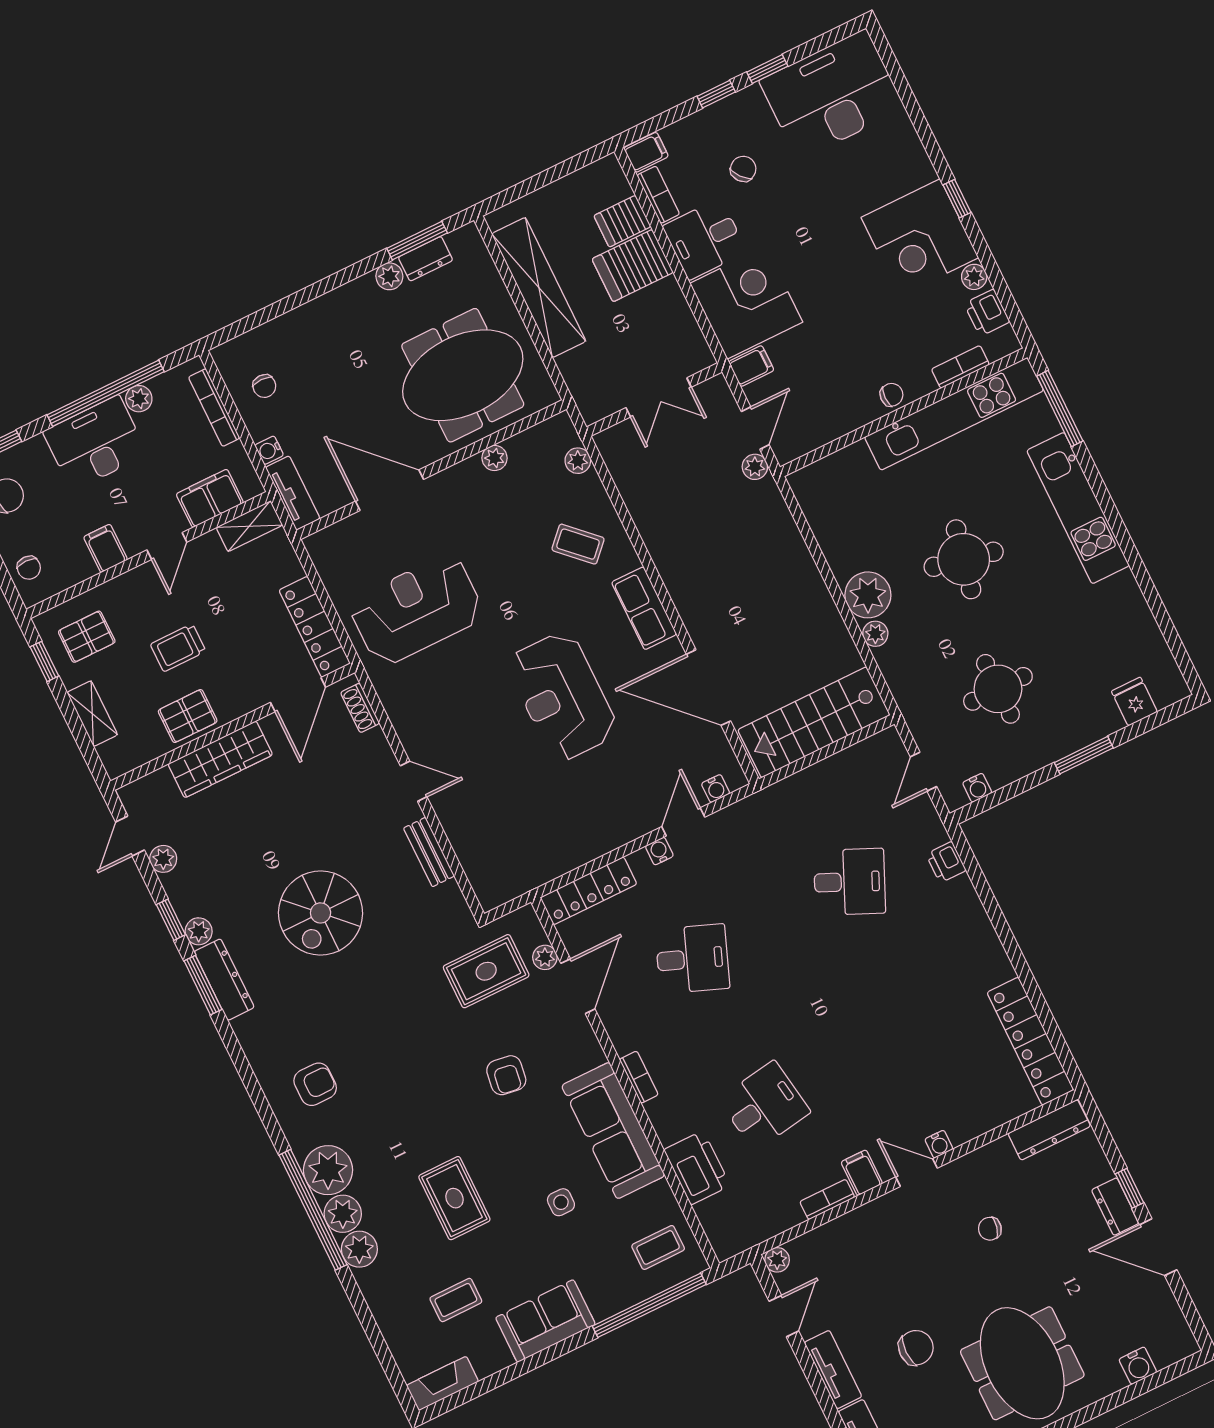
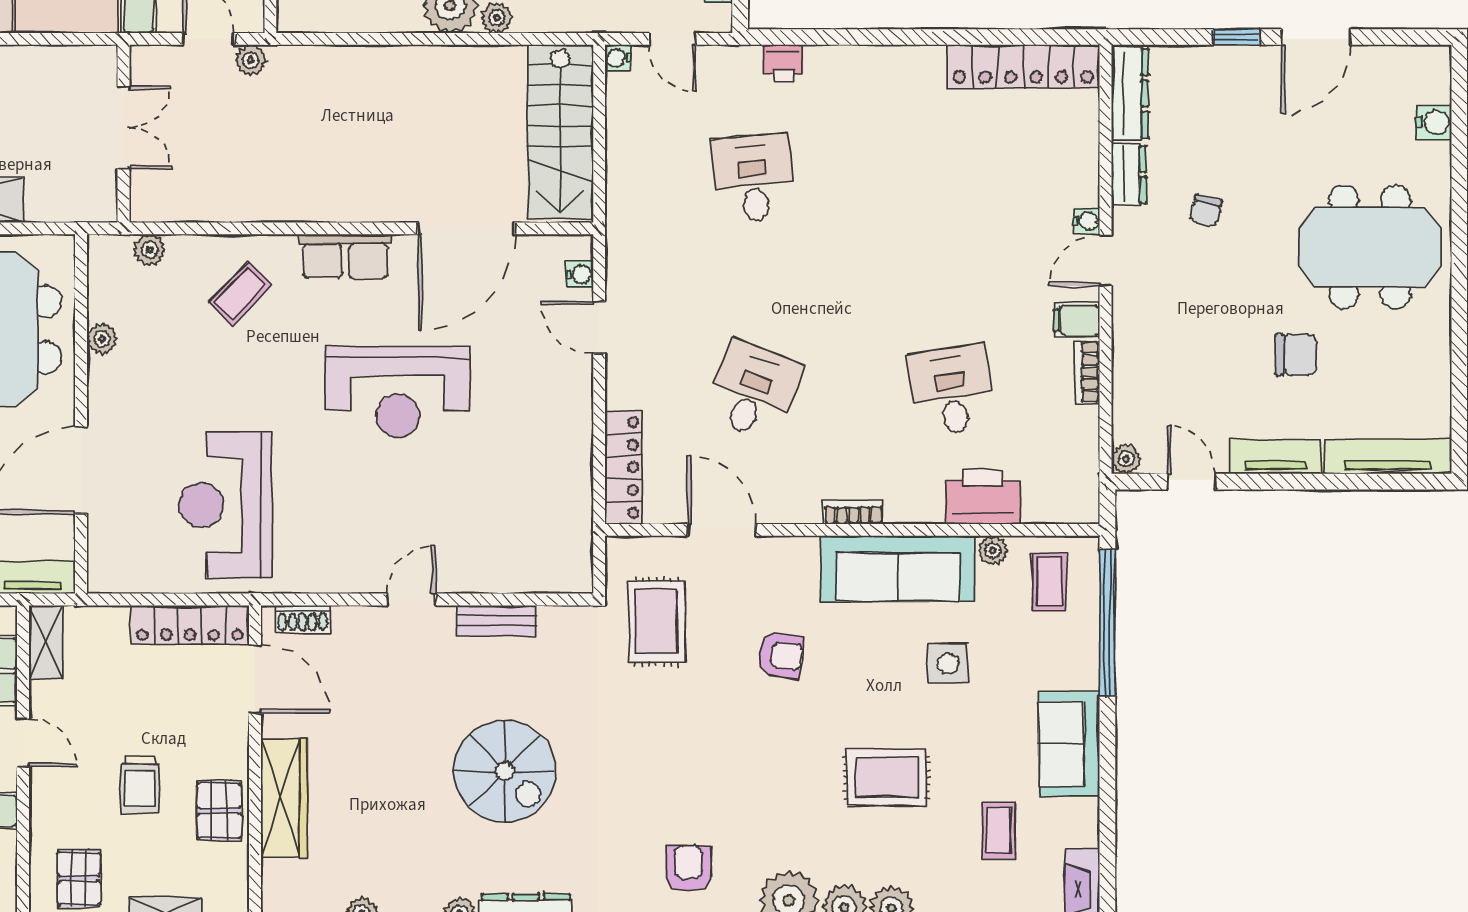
water cooler: (659, 851) -> (618, 58), moved
desk: (850, 882) -> (753, 178), turned -30
plant: (545, 957) -> (993, 550), moved
side table: (561, 1202) -> (948, 664), width x1.37, depth x1.37
dresser: (1115, 1207) -> (1129, 175), moved, turned -90
chair: (916, 1348) -> (1296, 355), turned 90

